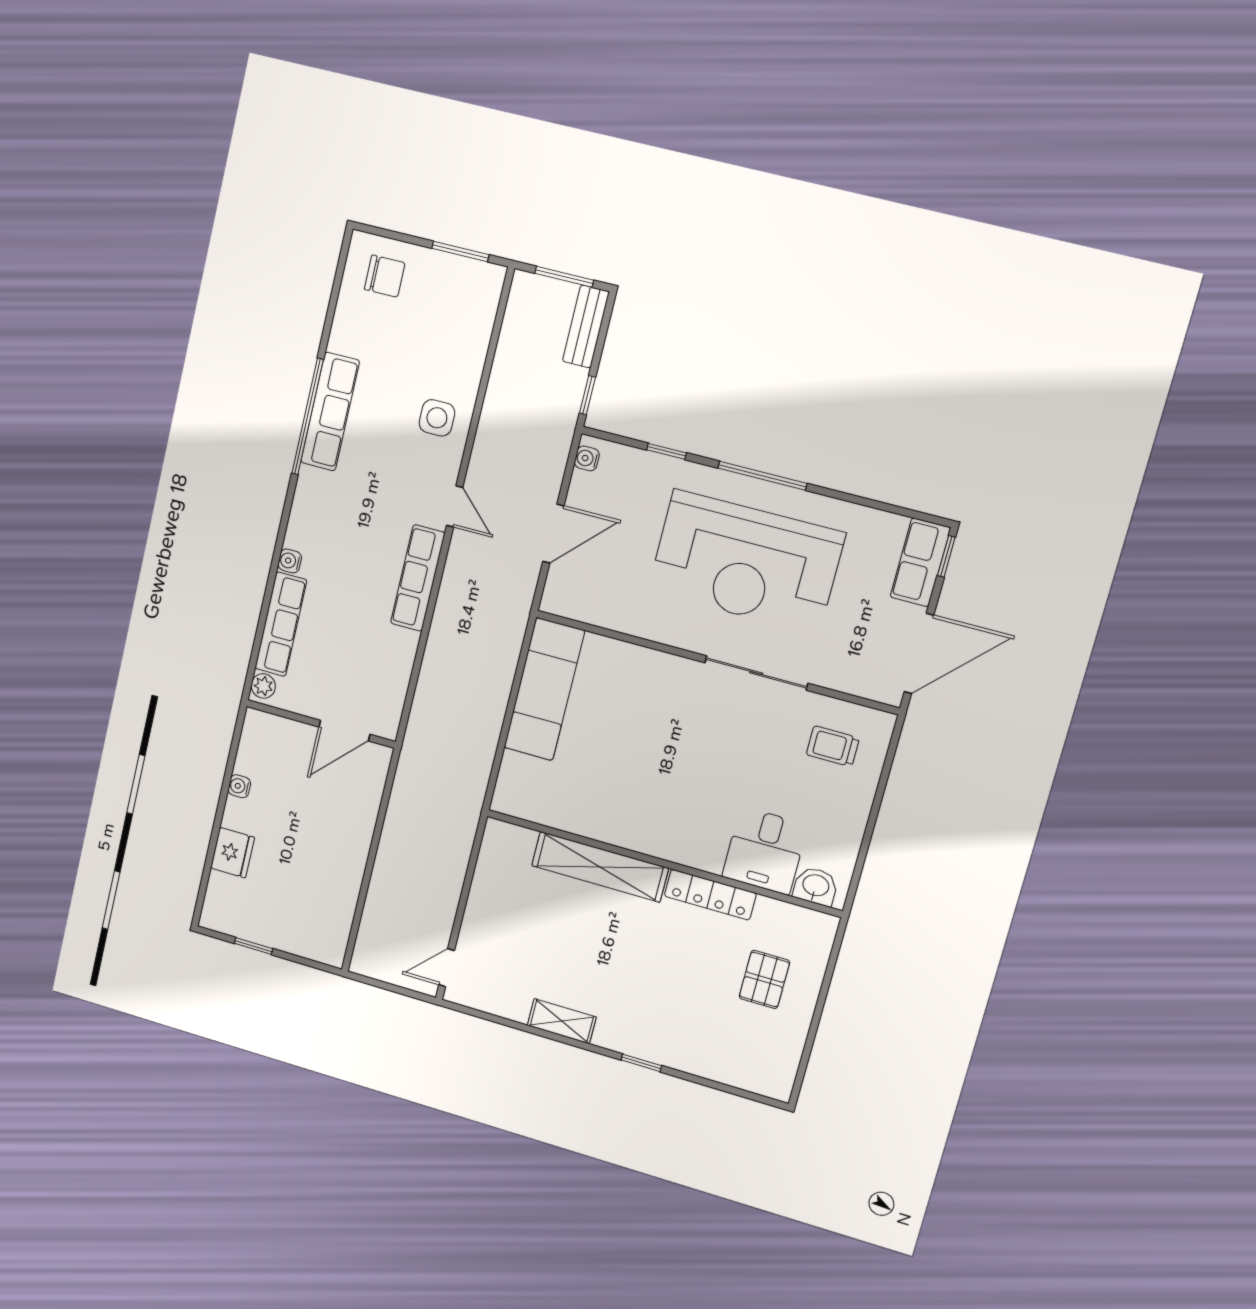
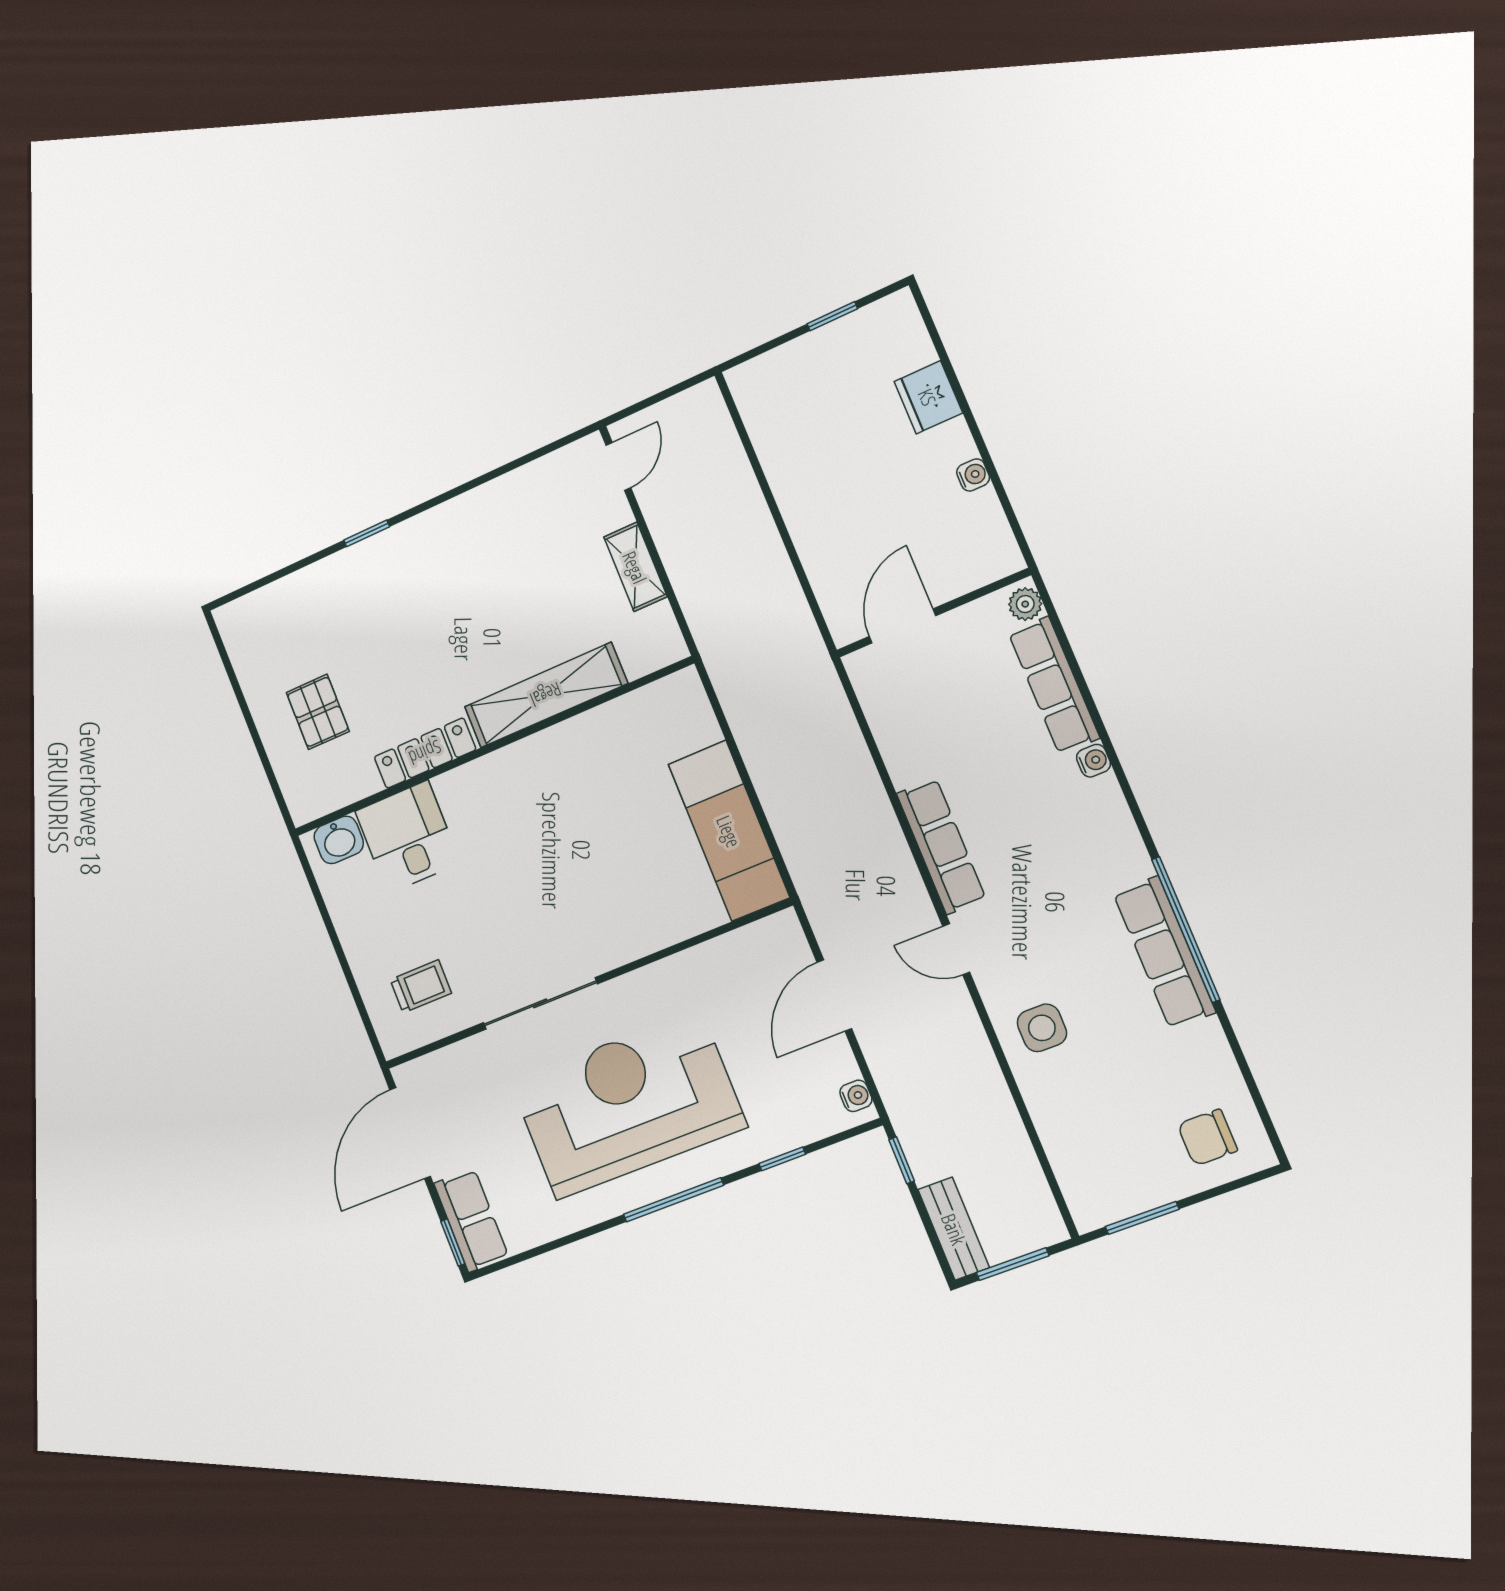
shelving: (562, 1021) -> (635, 567), moved, turned 90

